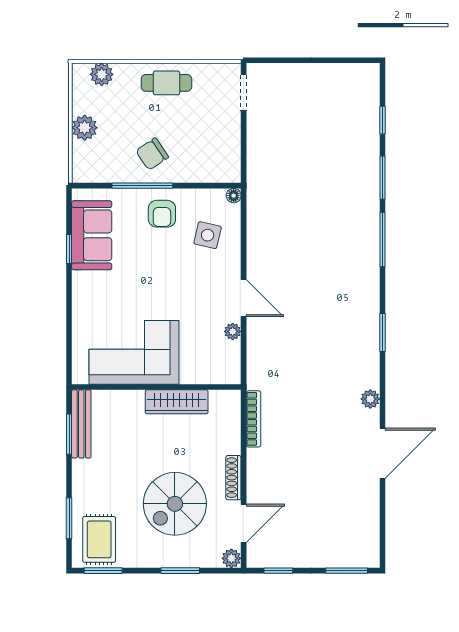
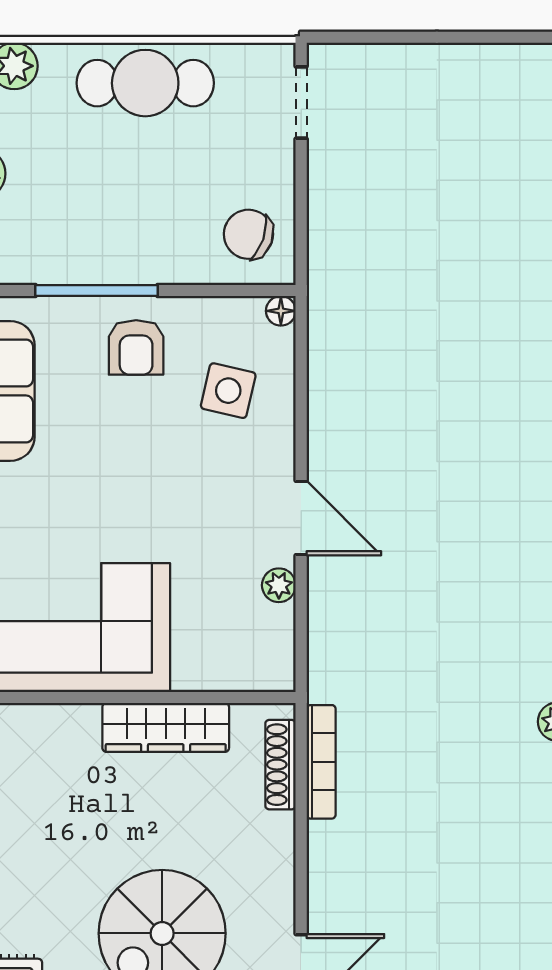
cafe table: (166, 83) -> (145, 83), width x1.37, depth x1.35
chair: (152, 154) -> (248, 234), moved, turned 53
shoe rack: (233, 478) -> (280, 765), moved

